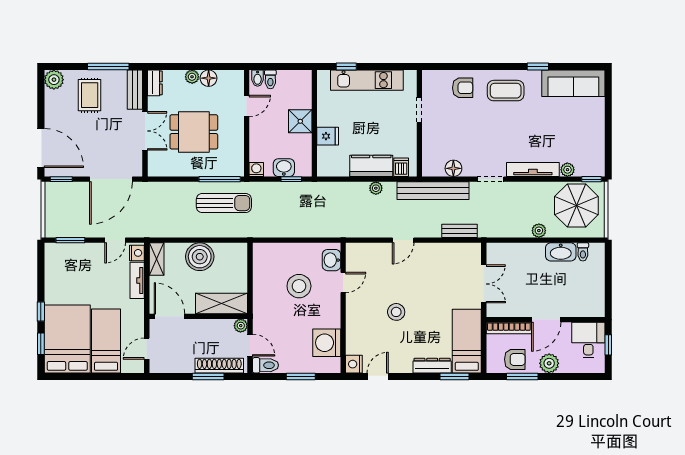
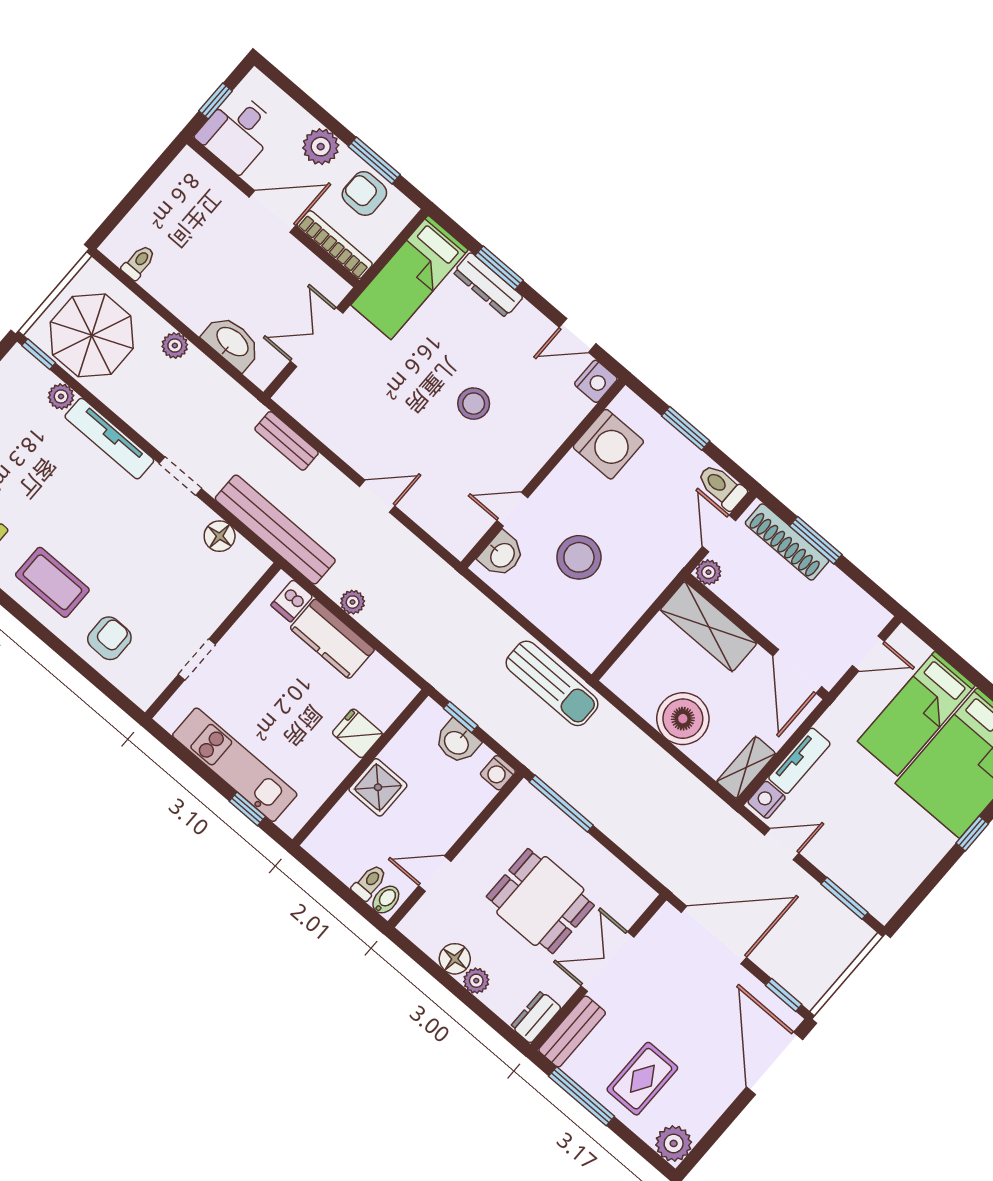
armchair: (463, 88) -> (109, 638), turned 90
sun lounger: (224, 203) -> (552, 683), moved, turned 180
washbasin: (561, 252) -> (232, 342), moved
window: (454, 376) -> (499, 268), moved

